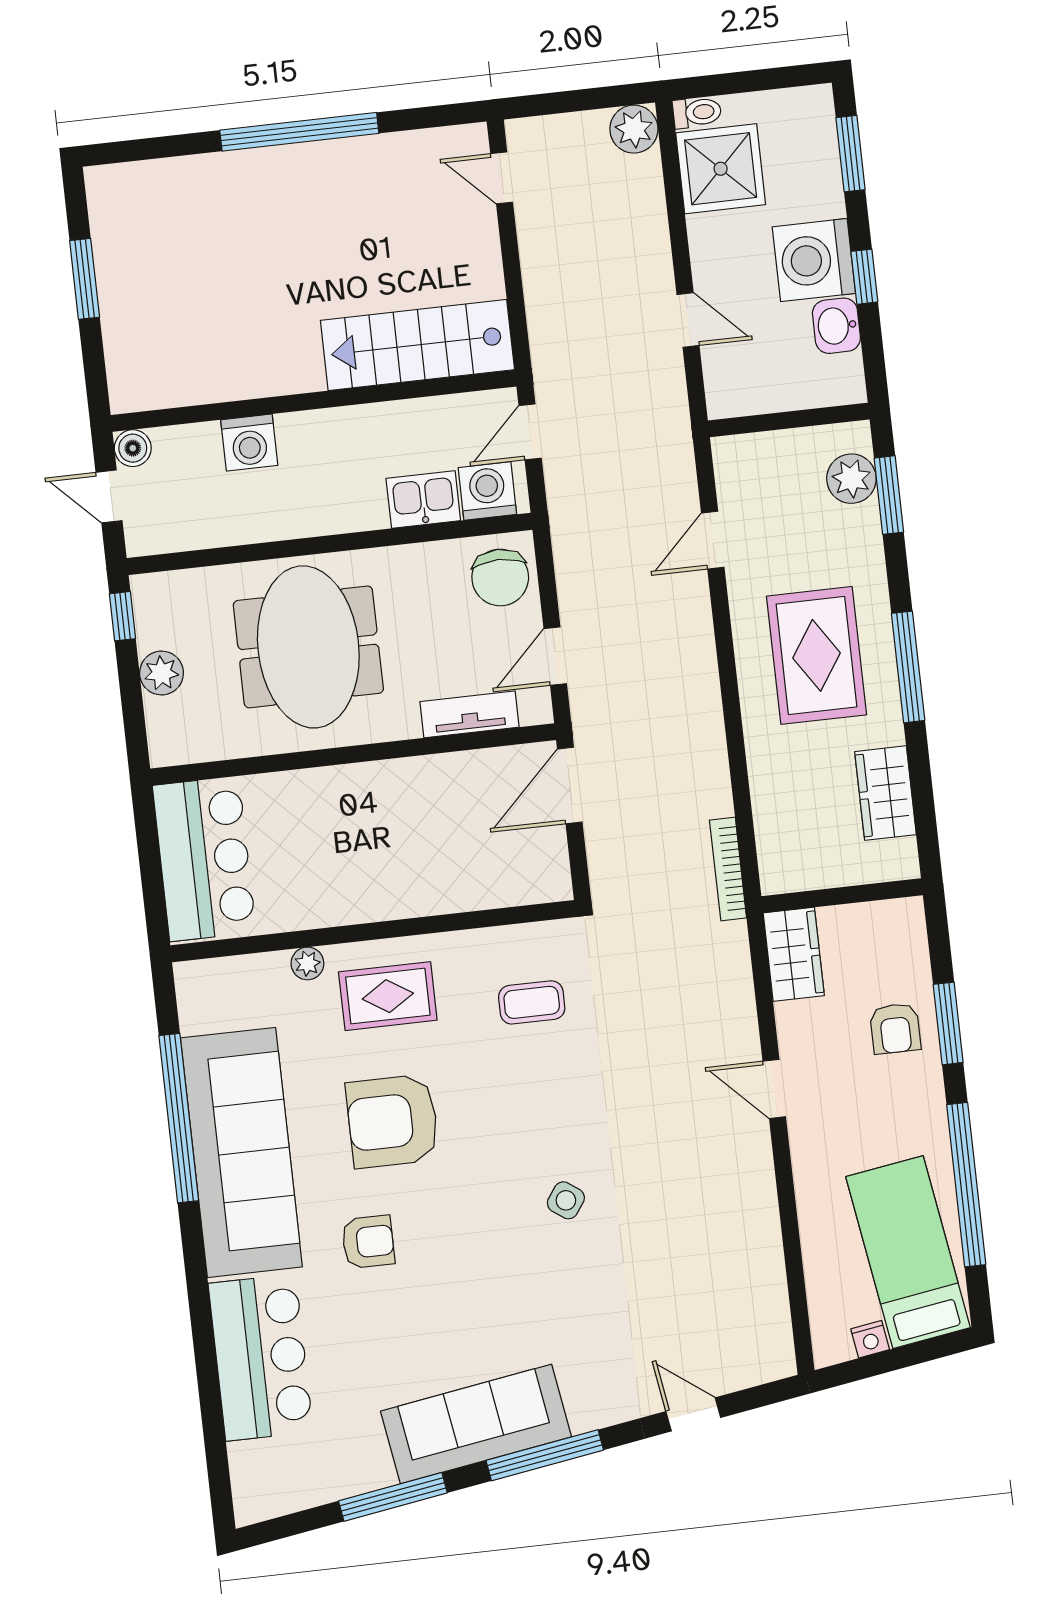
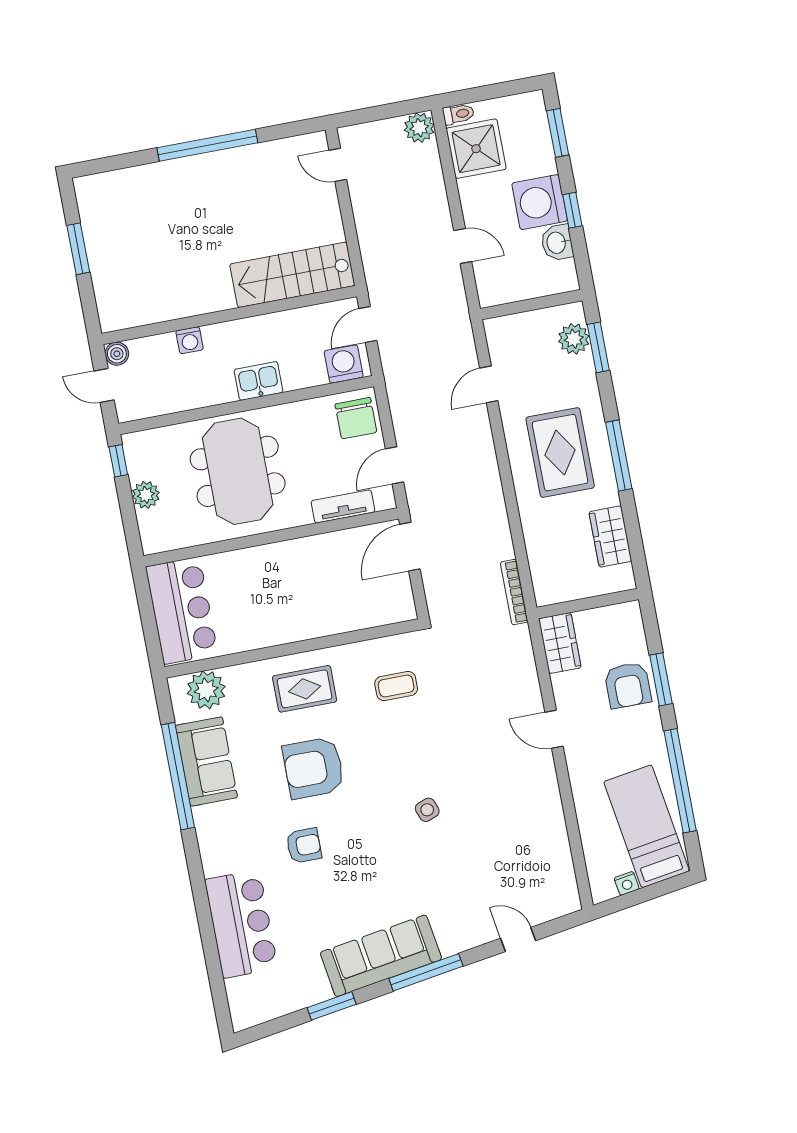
washing machine: (249, 443) -> (190, 340), width x0.73, depth x0.73
kitchen sink: (423, 500) -> (258, 381), moved
plant: (307, 963) -> (206, 690), moved, width x1.87, depth x1.87
armchair: (895, 1029) -> (628, 685), width x1.38, depth x1.38
sofa: (241, 1152) -> (206, 761), width x0.54, depth x0.79
side table: (566, 1200) -> (427, 810), turned 34
window: (393, 1497) -> (332, 1006), width x0.69

